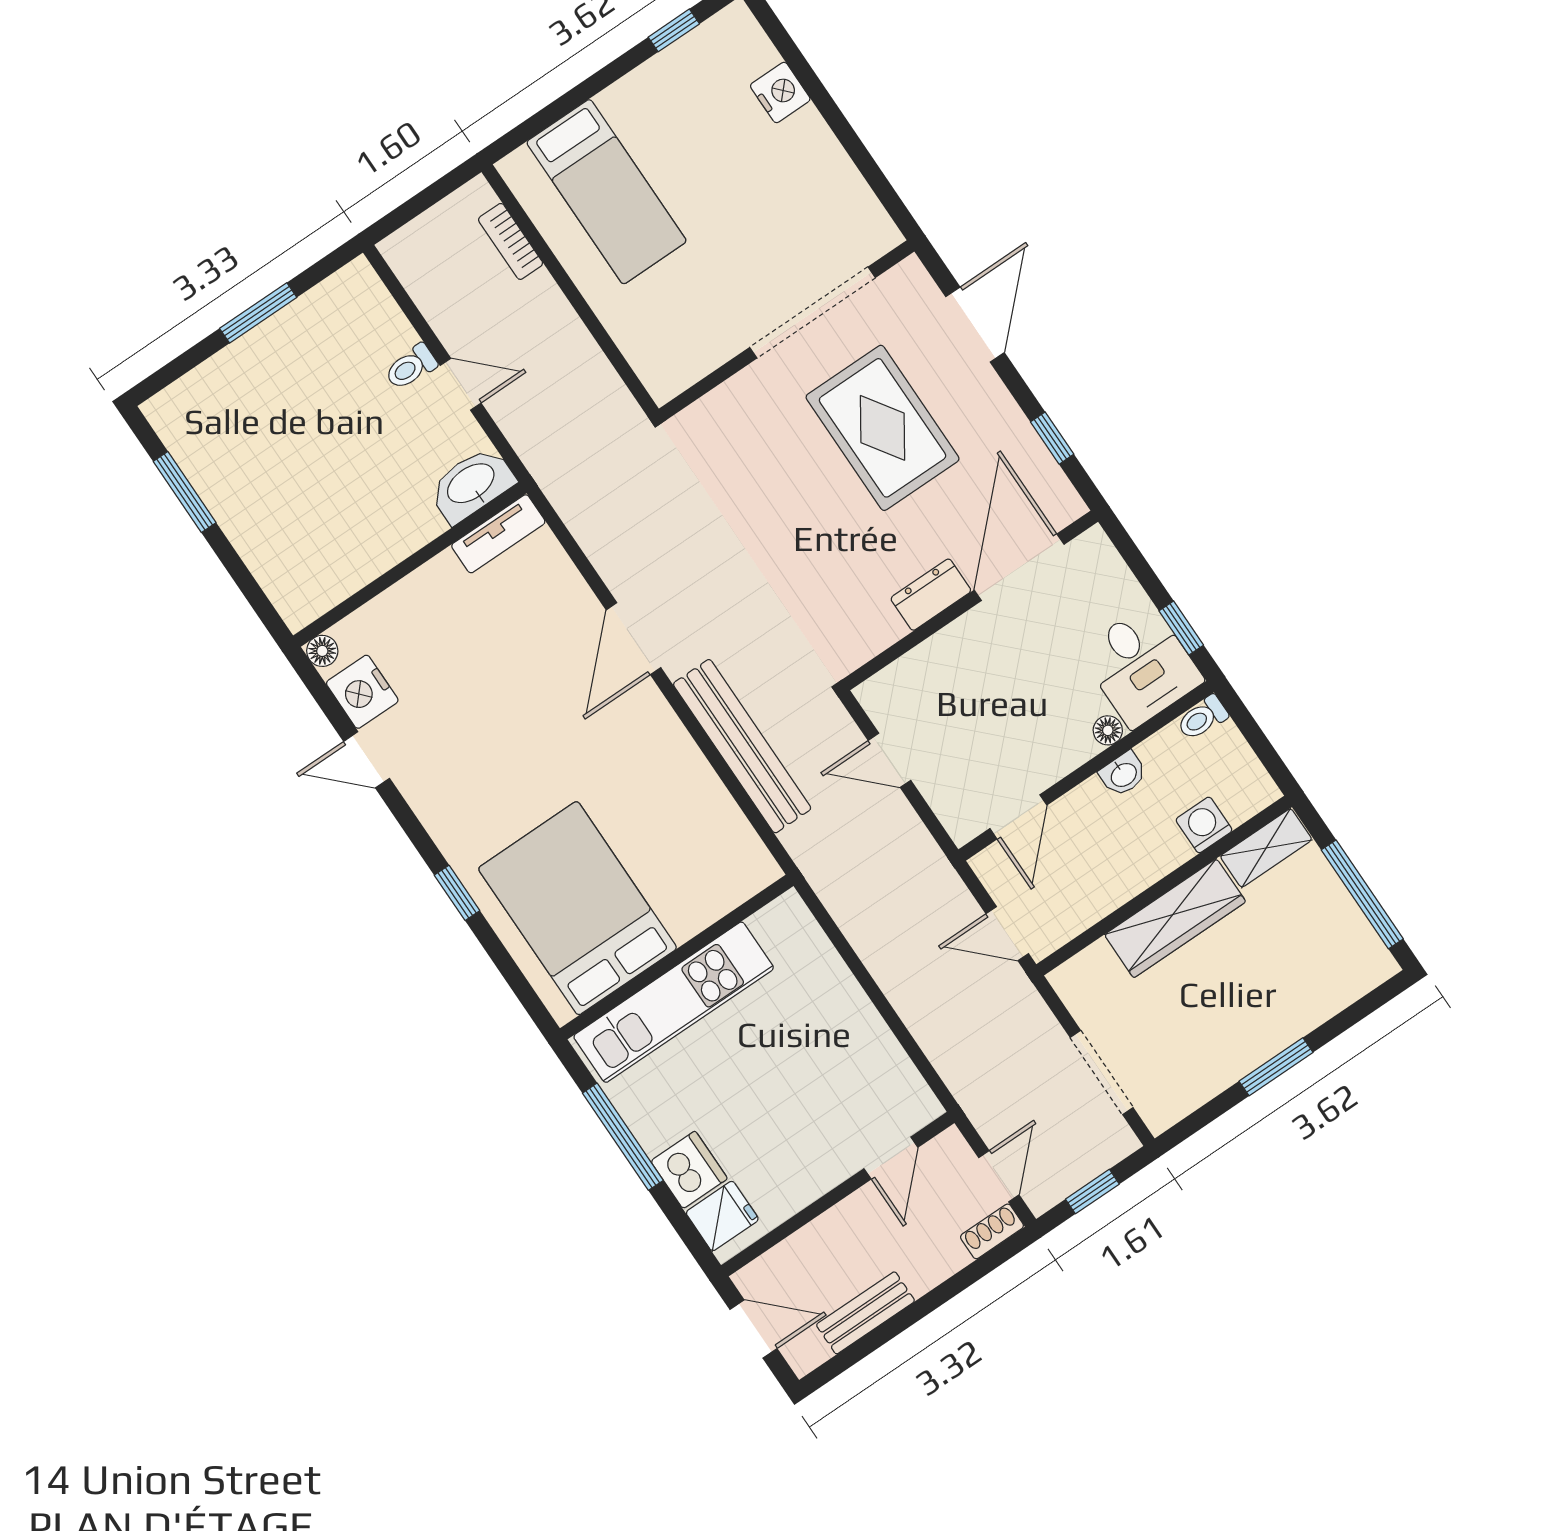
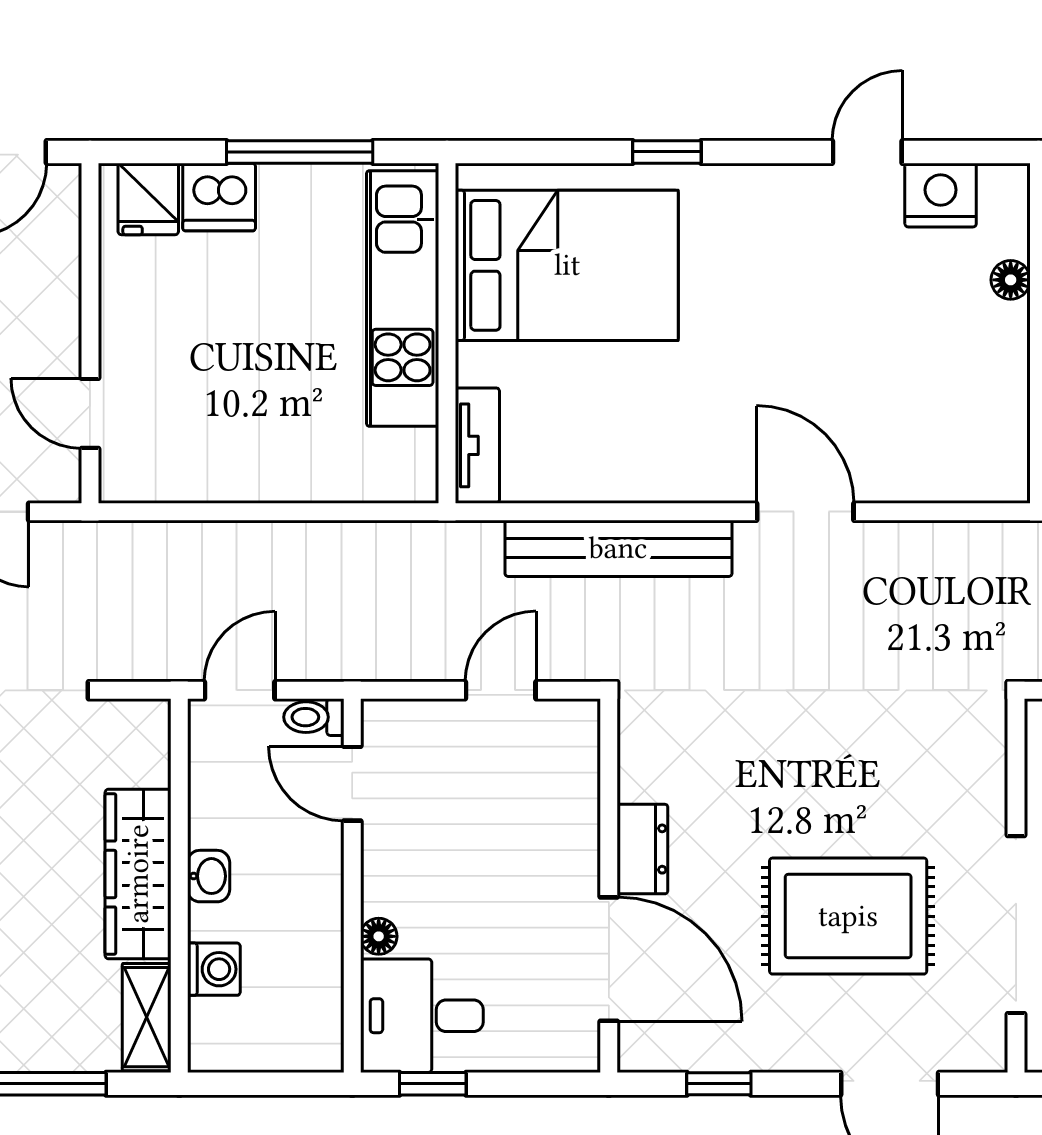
tv unit: (498, 534) -> (477, 445), moved, turned 180
floor lamp: (322, 651) -> (1011, 280), moved
toilet: (1202, 718) -> (314, 717), moved, turned -90
washbasin: (1123, 774) -> (209, 876), moved, turned 180

